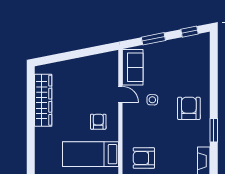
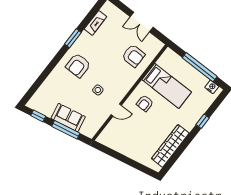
window: (153, 39) -> (66, 130), width x1.44
sofa: (133, 67) -> (68, 118), moved, turned 79
door: (120, 94) -> (116, 110), swing flipped
window: (31, 147) -> (203, 121), added

